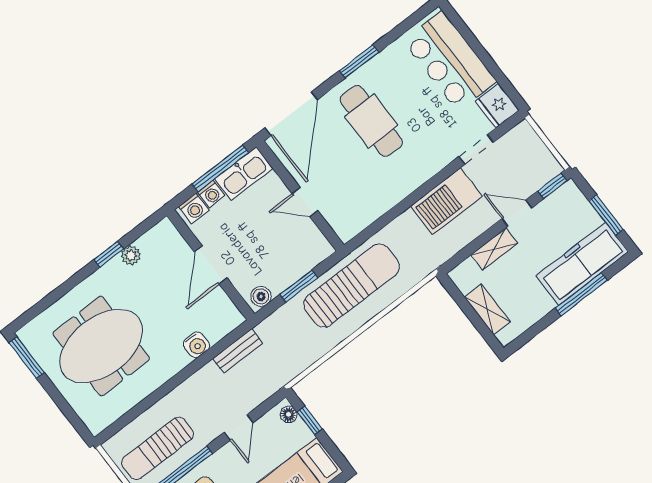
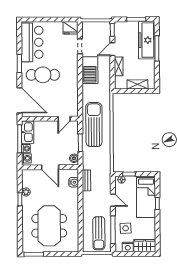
bar counter: (450, 61) -> (32, 42), moved, turned -90
door: (305, 202) -> (64, 119), moved
water cooler: (196, 345) -> (74, 182), moved

